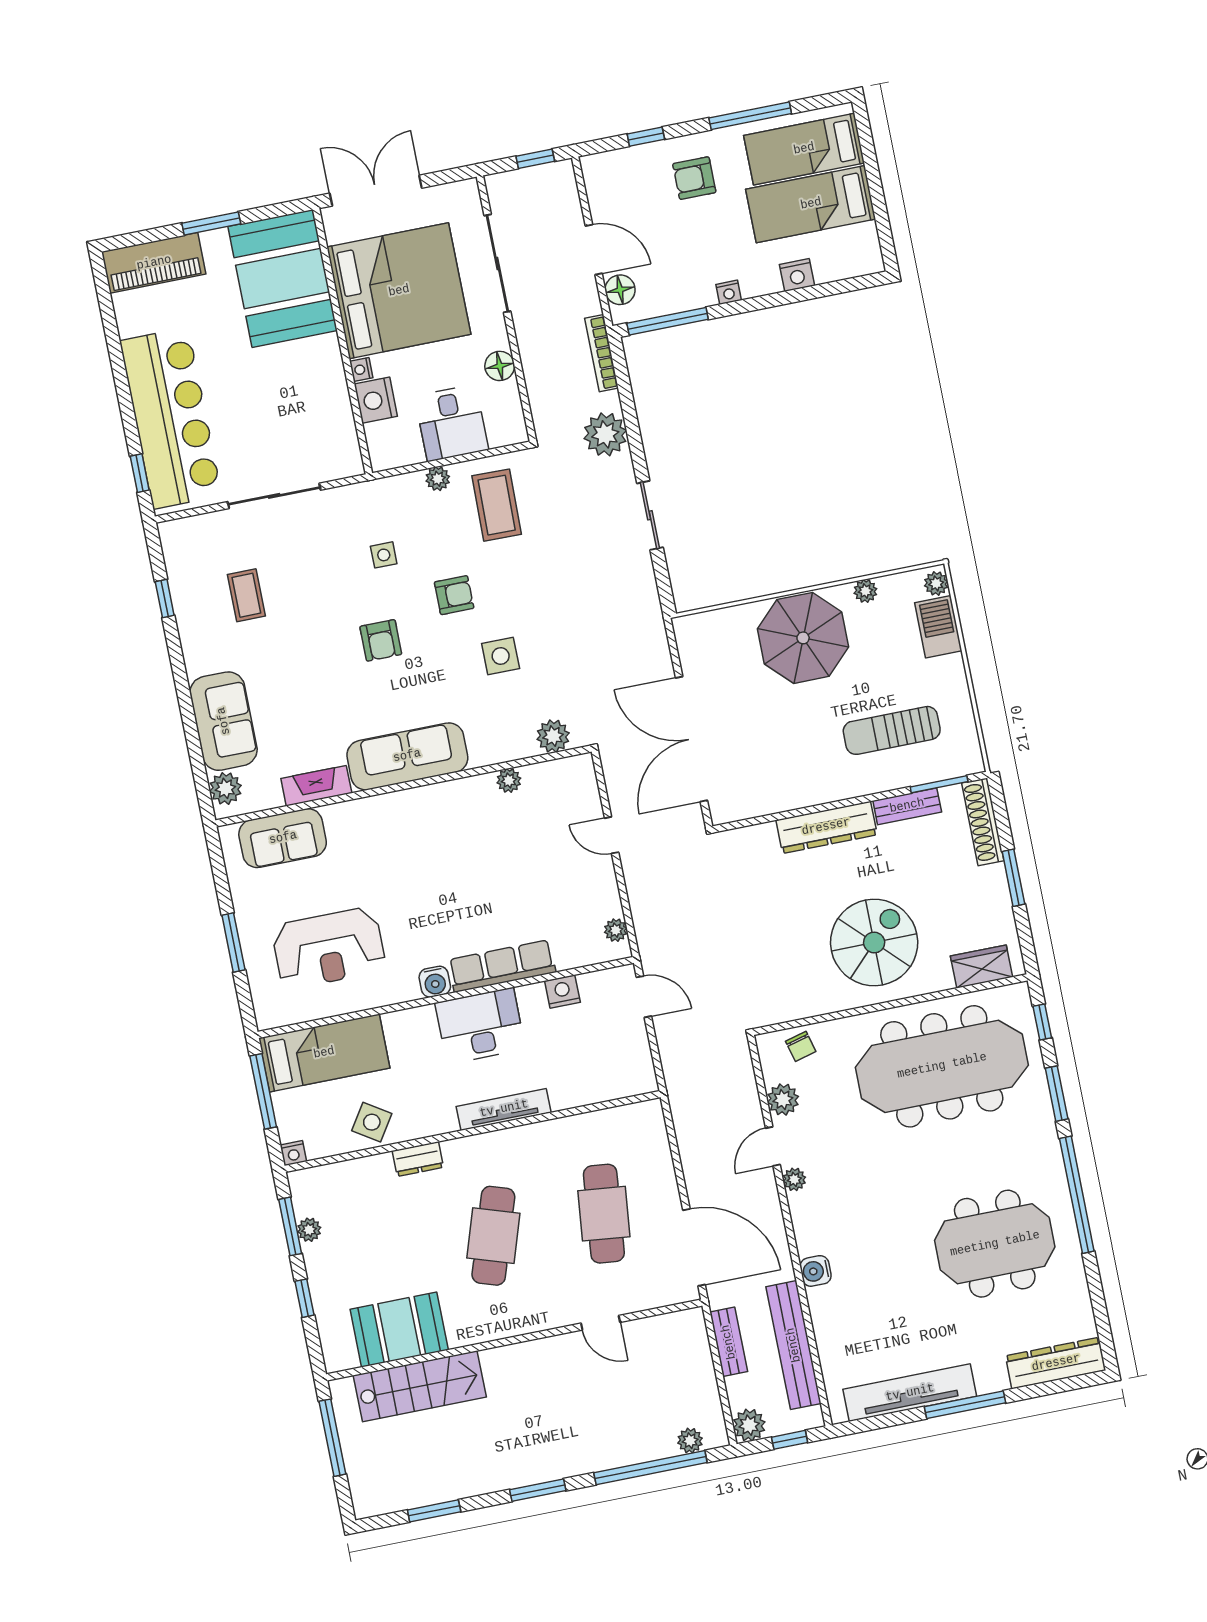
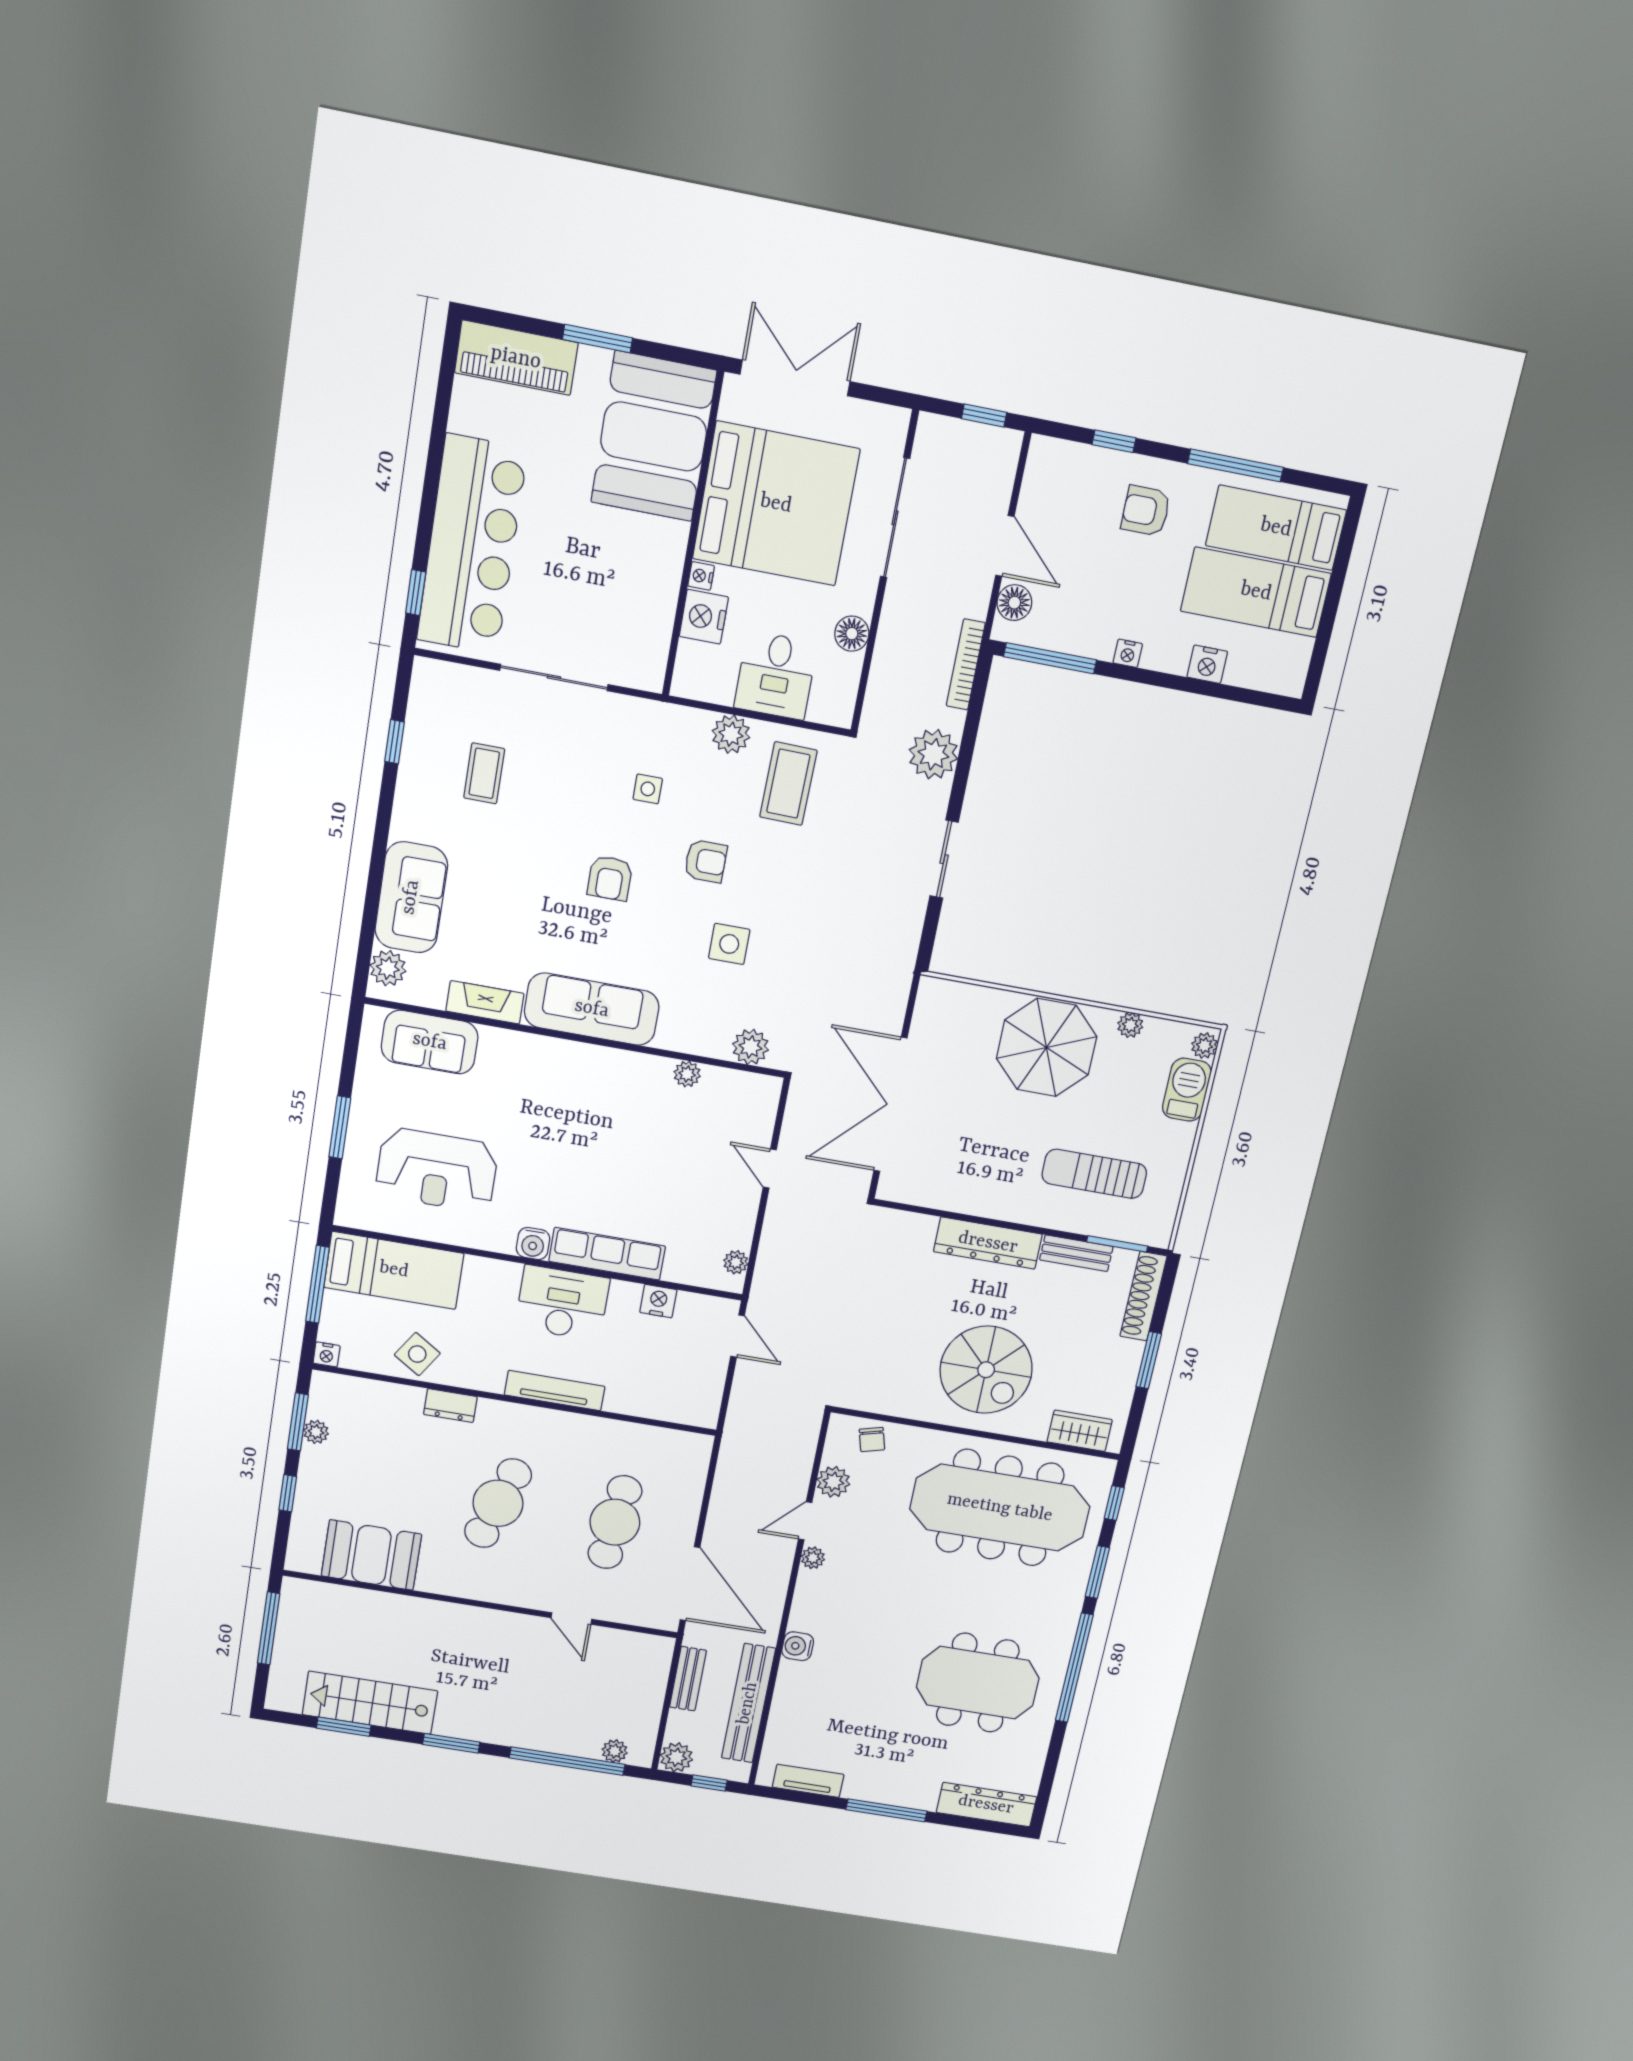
plant: (438, 479) -> (731, 734), width x1.38, depth x1.38
spiral stairs: (874, 942) -> (986, 1370), turned 90
stairs: (420, 1386) -> (370, 1703), moved, turned 180
tv unit: (910, 1393) -> (808, 1781), width x0.52, depth x0.78

